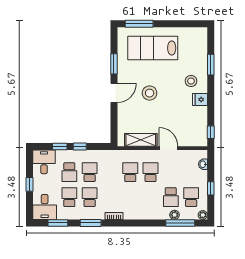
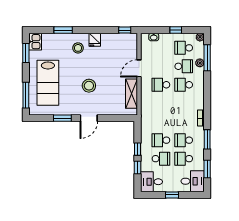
window: (185, 24) -> (26, 53), added
kitchen sink: (198, 34) -> (35, 42), added
door: (114, 93) -> (89, 118), swing flipped
school desk: (130, 172) -> (184, 85), moved

